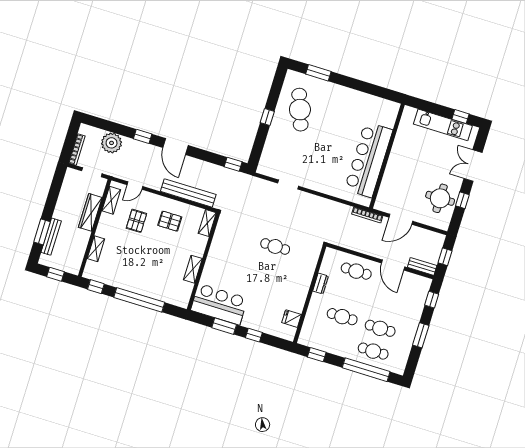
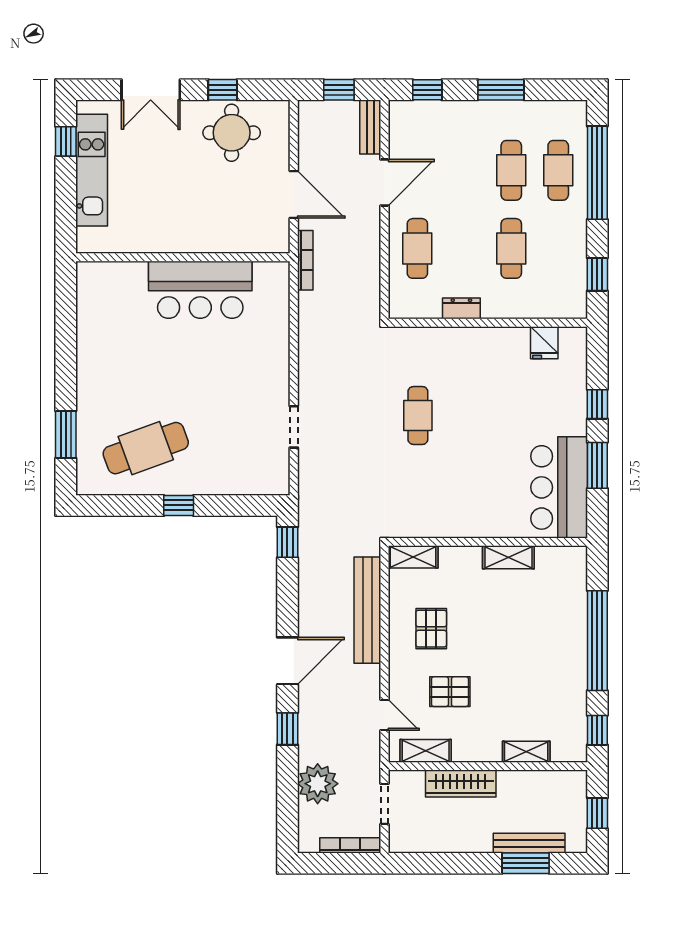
bar counter: (369, 160) -> (200, 290), width x0.73

